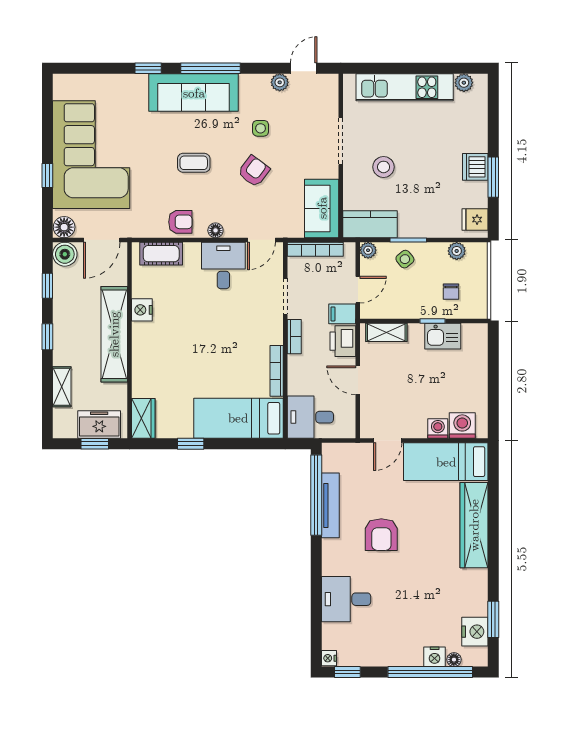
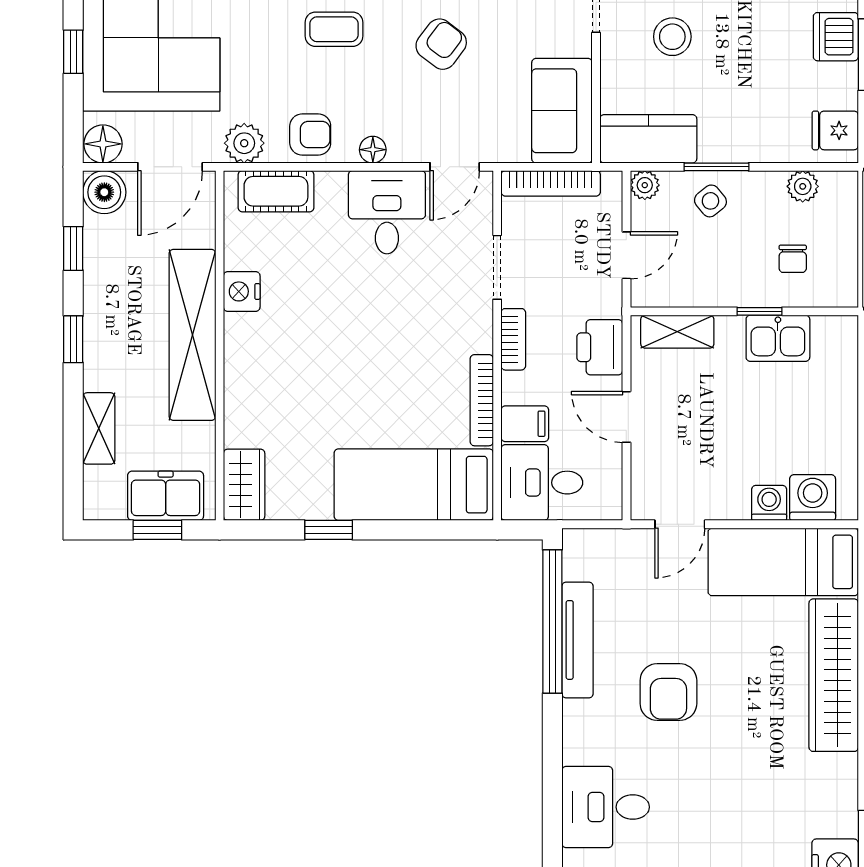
plant: (143, 227) -> (244, 143), added
filing cabinet: (342, 314) -> (525, 424), moved, turned 180

